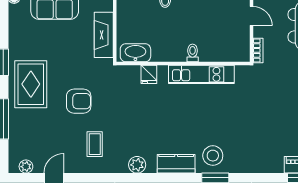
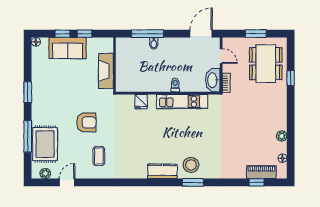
washbasin: (135, 53) -> (213, 80), moved, turned -90
rug: (31, 84) -> (45, 144), moved
plant: (137, 165) -> (132, 172), removed

